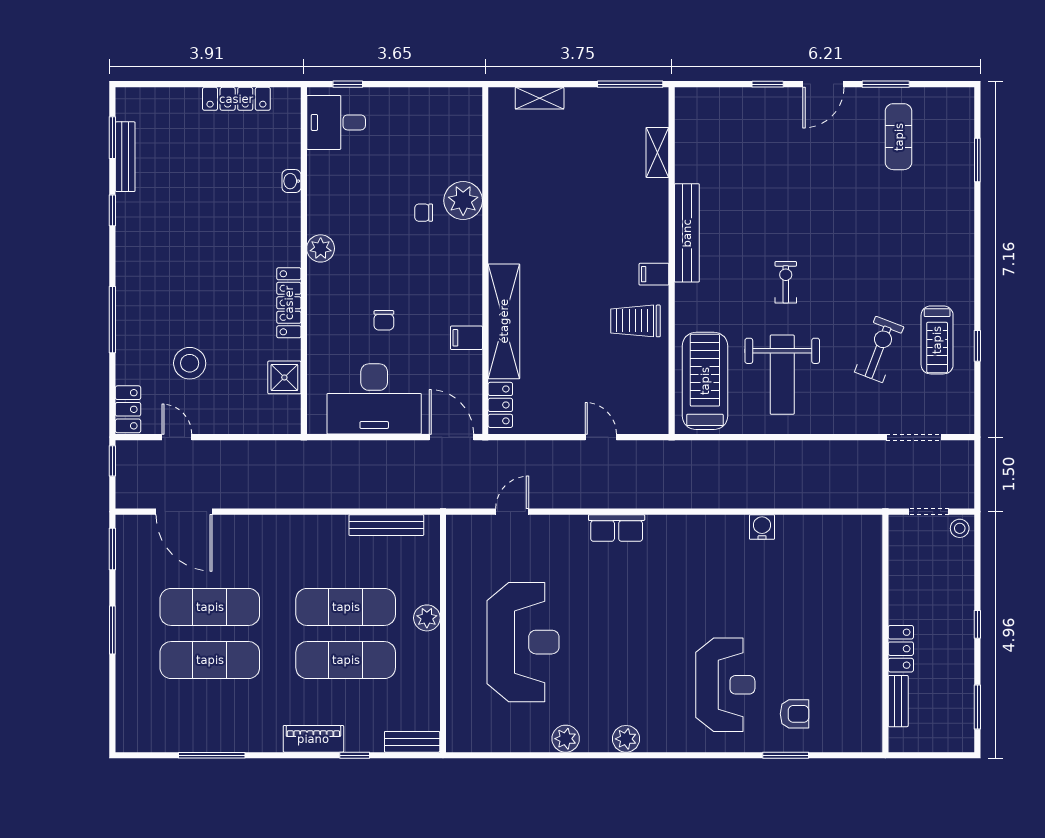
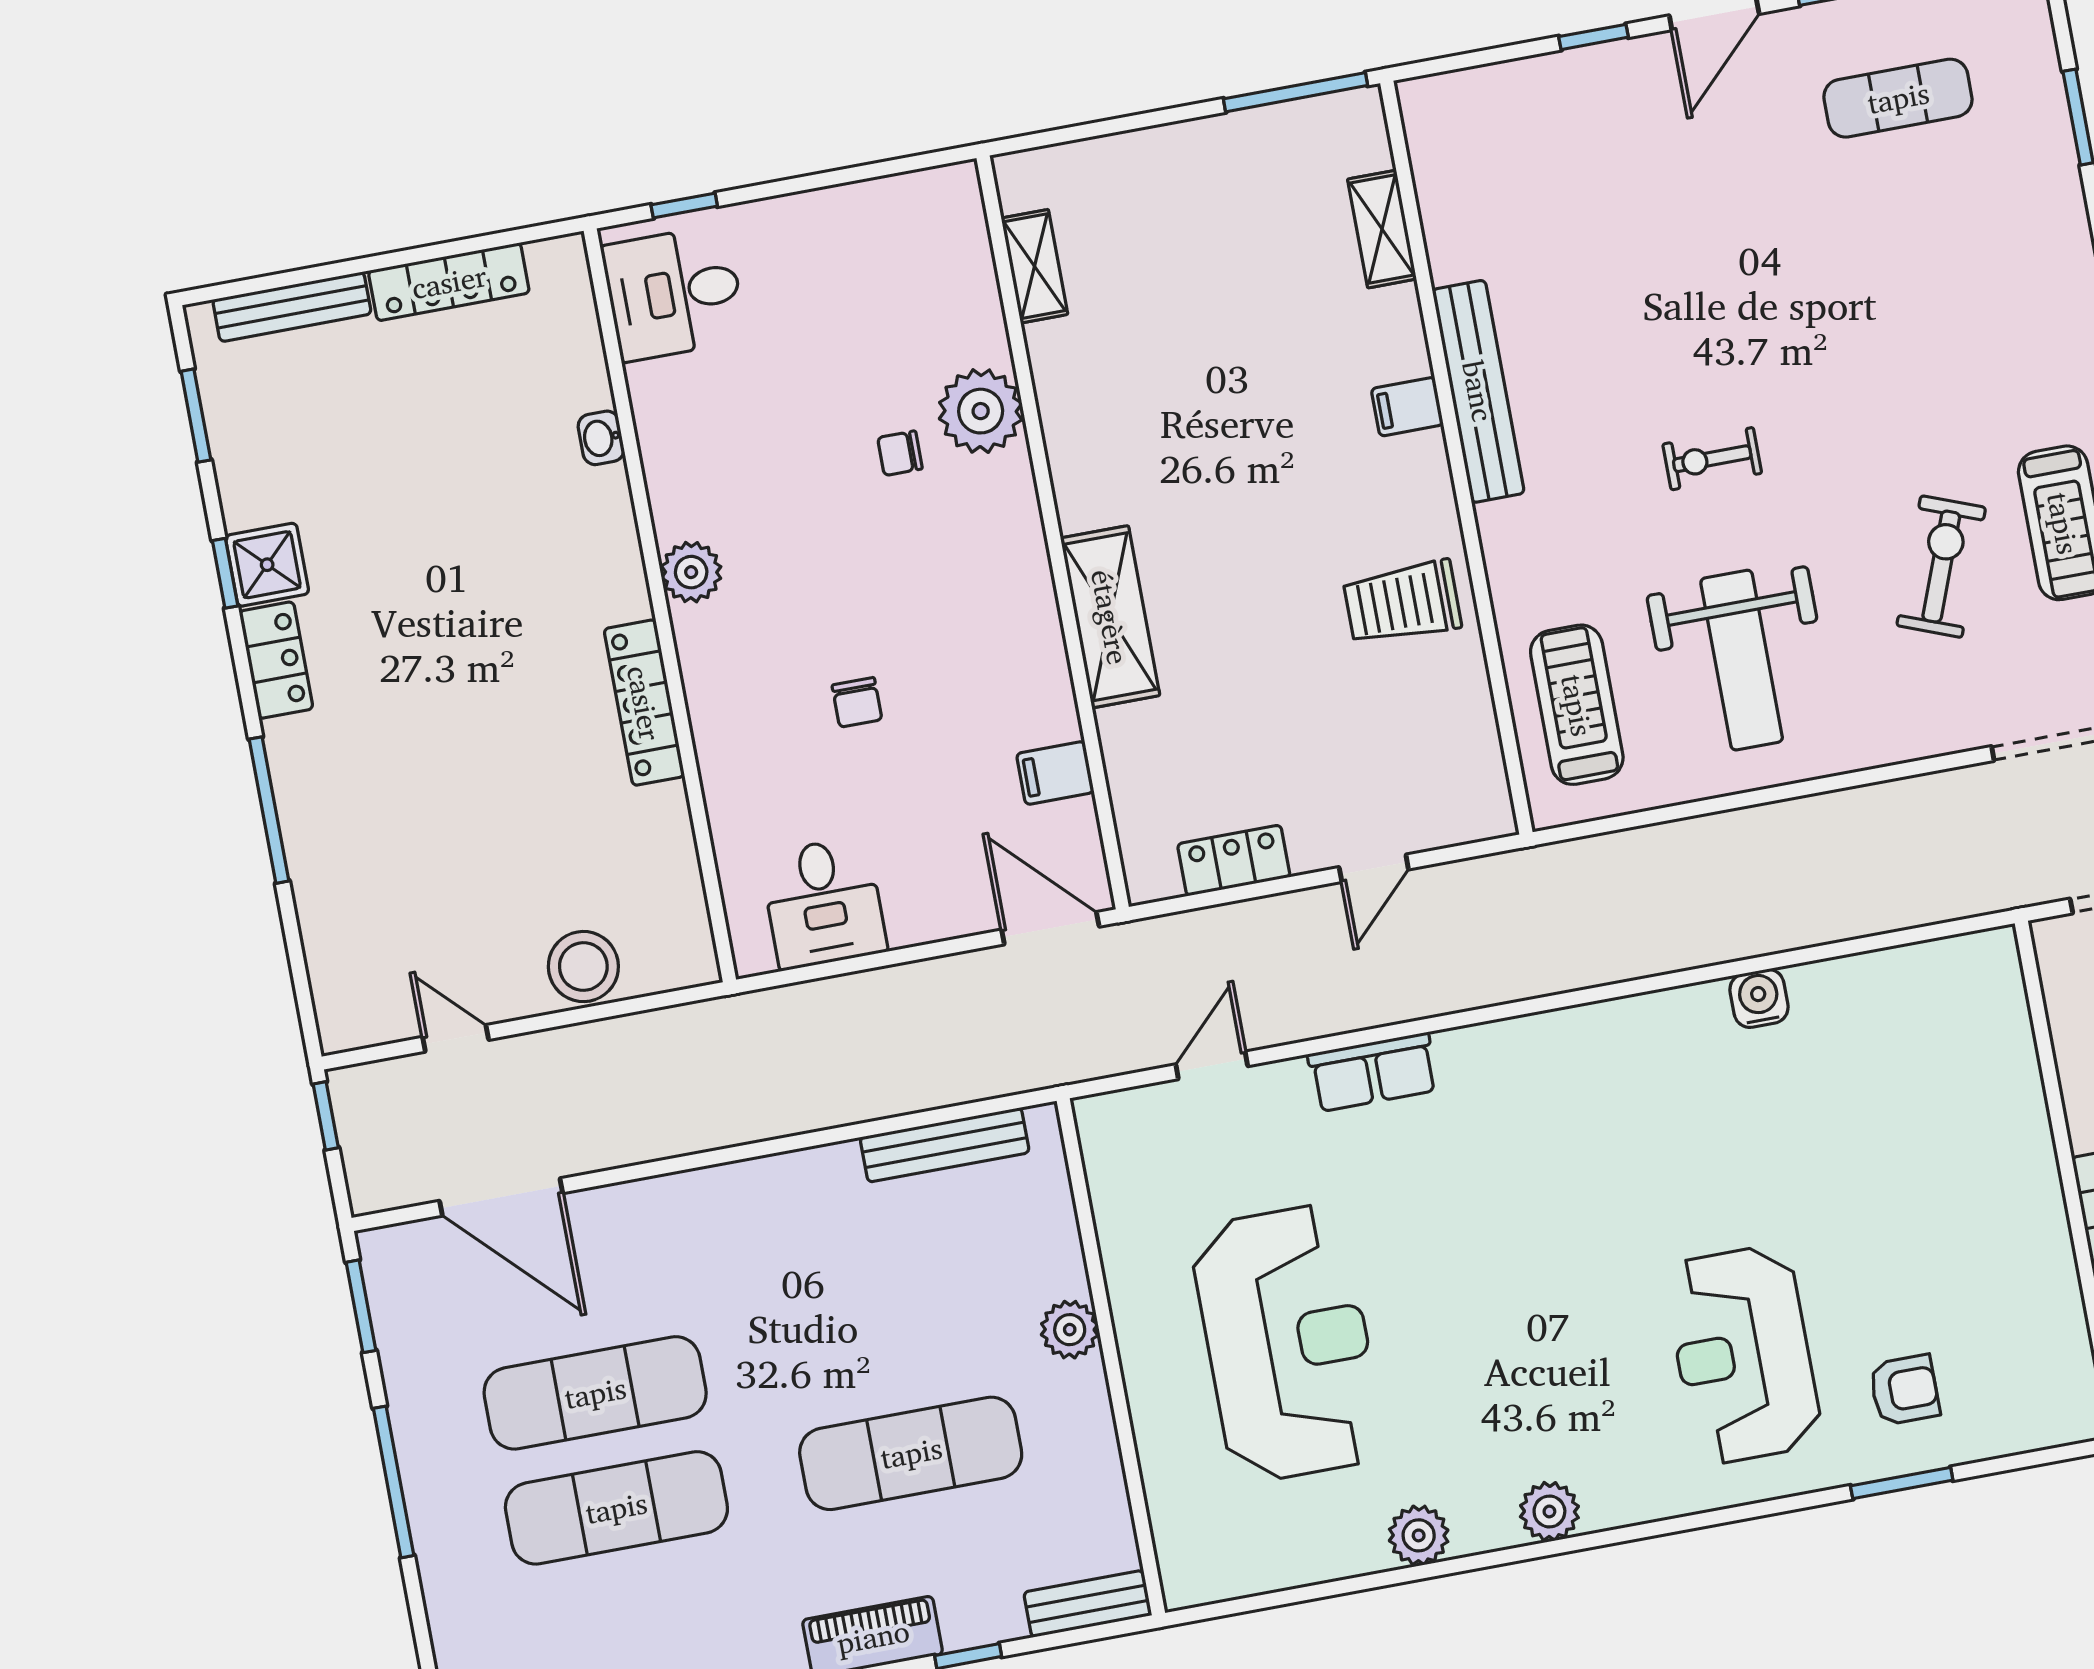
shelving: (540, 98) -> (1034, 266), moved, turned 90
exercise mat: (899, 137) -> (1898, 98), turned 90
bench: (125, 157) -> (292, 307), moved, turned 90
filing cabinet: (654, 274) -> (1407, 407), moved
exercise bike: (786, 282) -> (1712, 459), turned -90
shelving: (504, 321) -> (1110, 617), width x0.68
filing cabinet: (466, 338) -> (1055, 773), moved
stool: (190, 363) -> (583, 967), moved
shower: (284, 377) -> (267, 565), moved
treadmill: (705, 381) -> (1577, 705), width x0.73, depth x0.73
desk: (374, 399) -> (823, 903), width x0.53, depth x0.77
locker: (500, 405) -> (1234, 860), moved, turned -90
locker: (128, 409) -> (276, 660), moved
door: (601, 437) -> (1374, 868), swing flipped
row of seats: (617, 528) -> (1373, 1072), moved
exercise mat: (346, 607) -> (889, 1338), removed
window: (112, 630) -> (394, 1482), width x1.44
reception desk: (725, 685) -> (1743, 1355), turned 180

